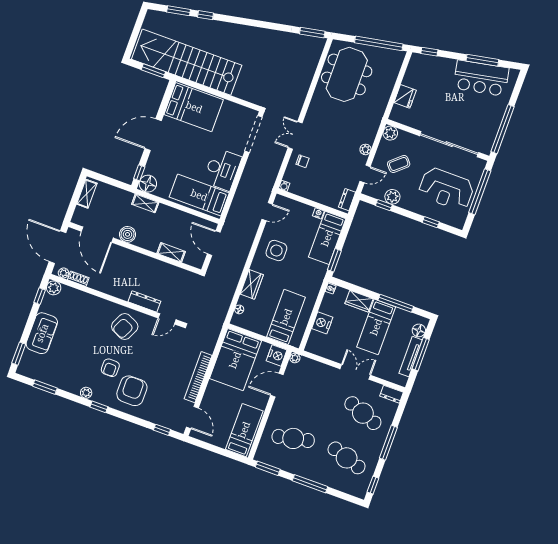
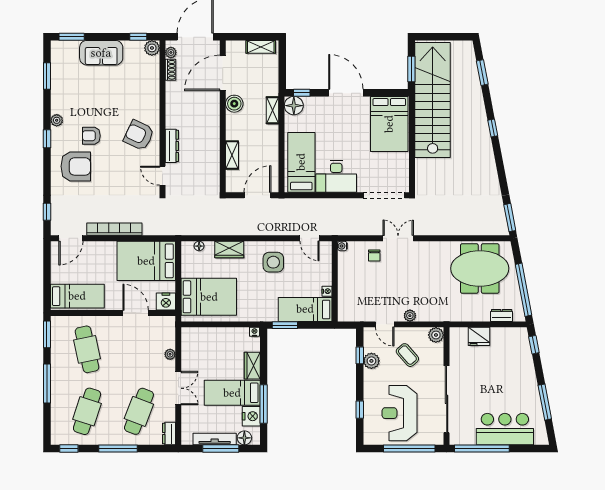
window: (205, 15) -> (493, 128), moved
bar counter: (481, 78) -> (505, 429), moved, turned 101
dresser: (347, 200) -> (502, 315), moved
bed: (286, 317) -> (209, 297), width x1.50
nightstand: (322, 323) -> (251, 416), moved, turned 90
plant: (295, 358) -> (170, 354), moved

